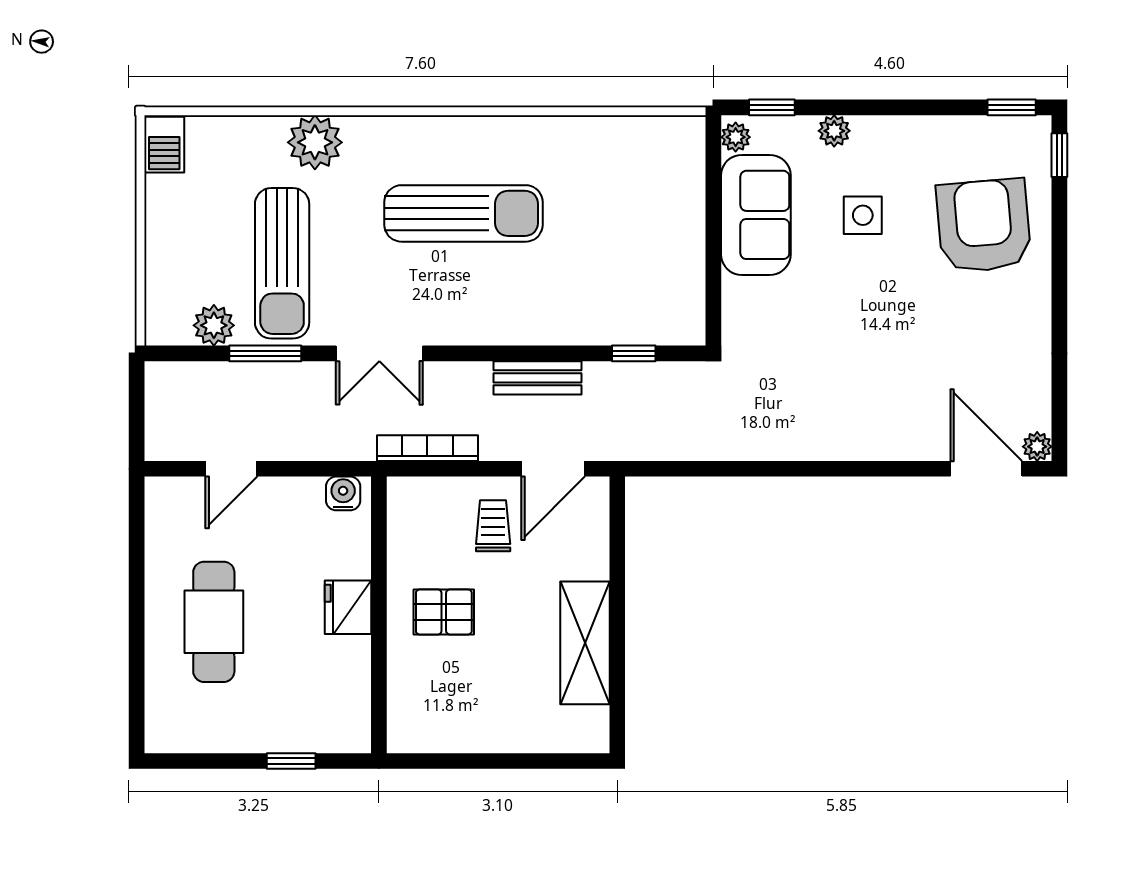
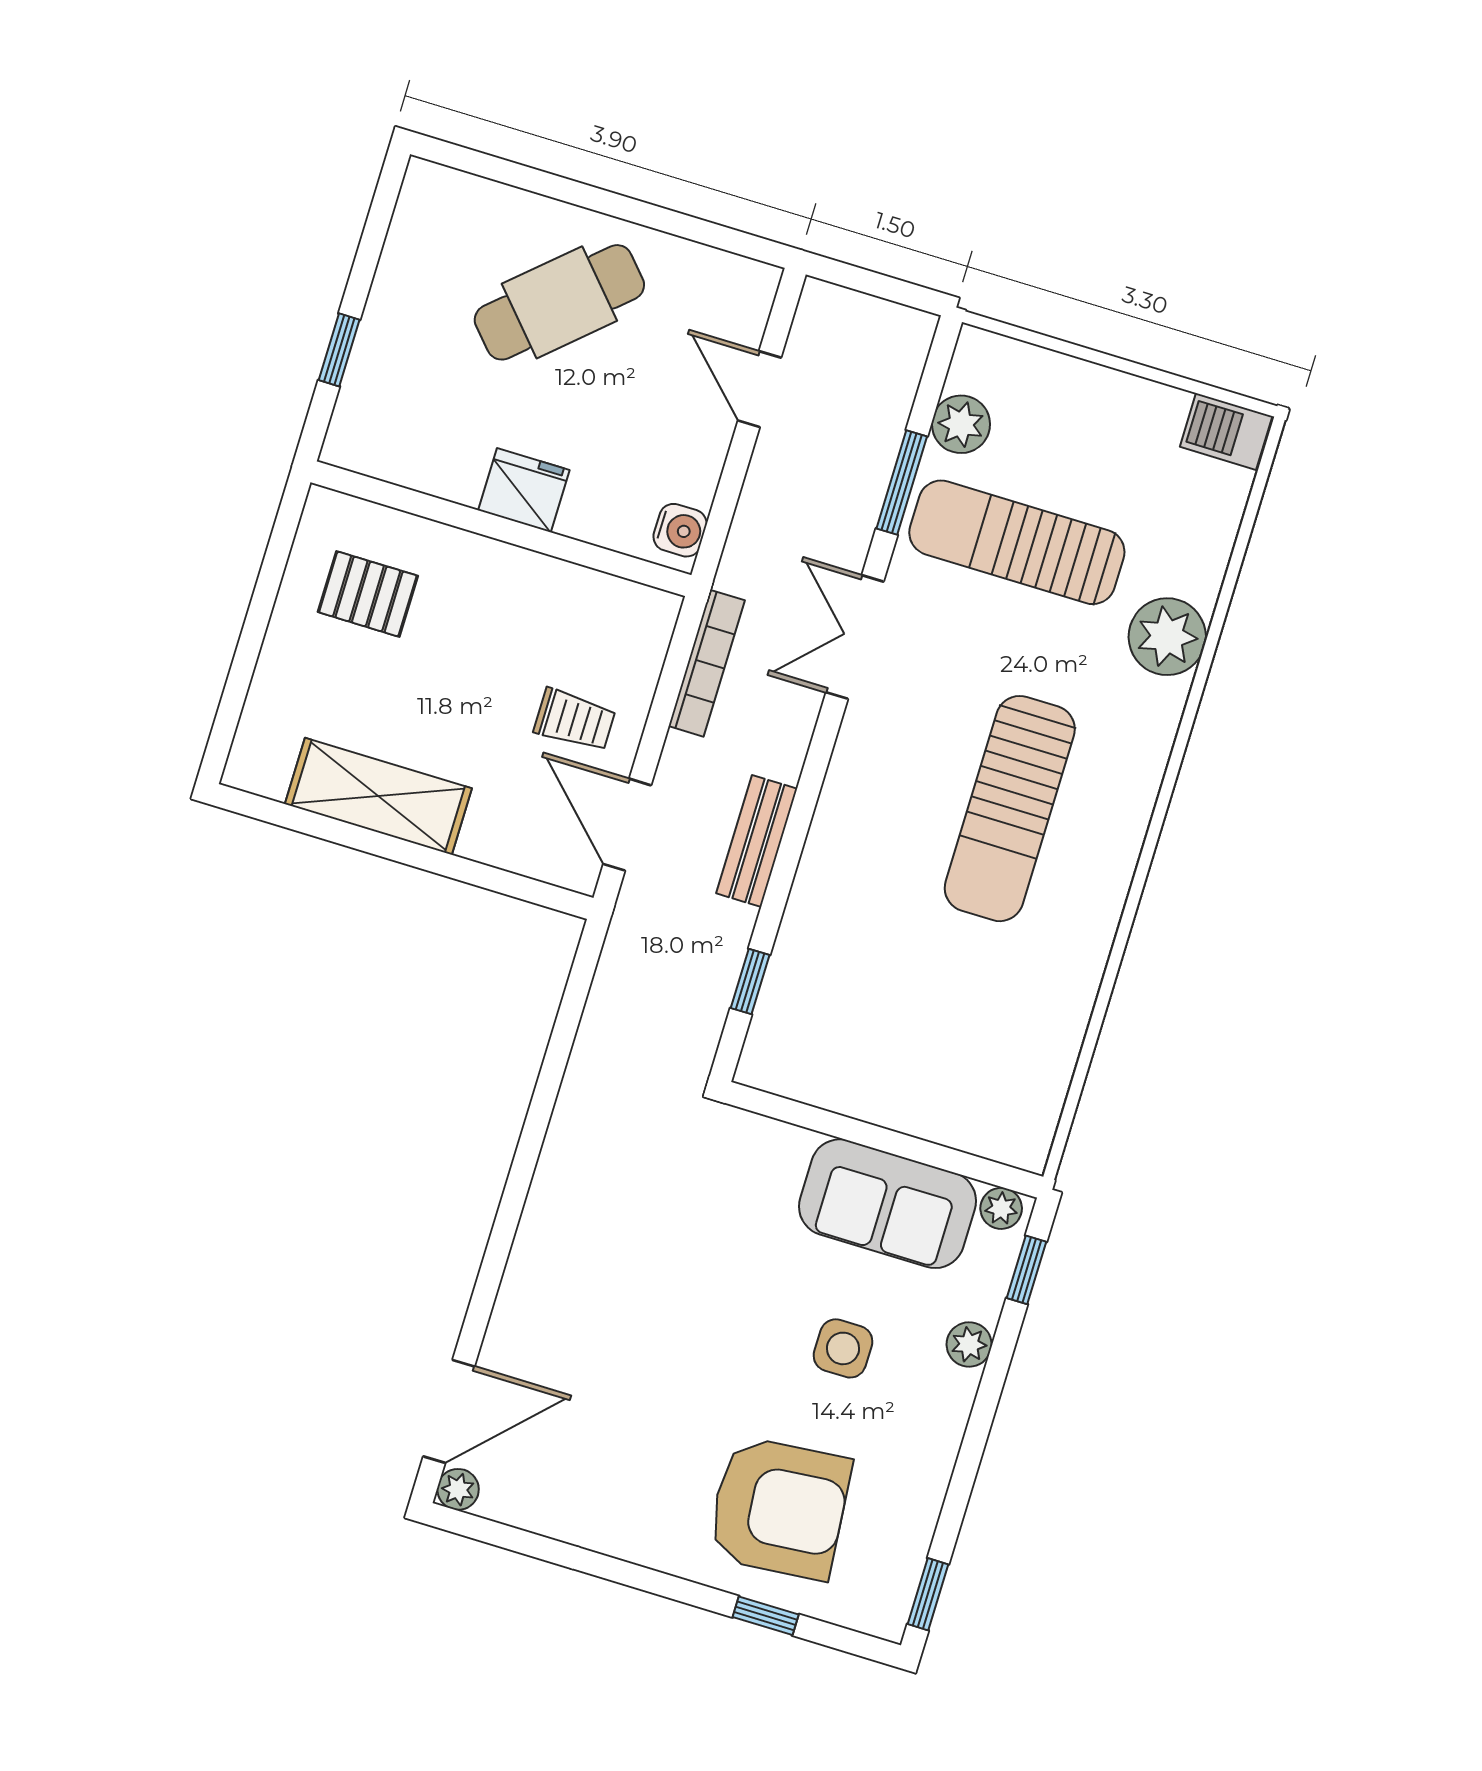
window: (1059, 155) -> (766, 1616), moved
pallet: (444, 612) -> (368, 594), moved, turned 90
cafe table: (214, 622) -> (559, 302), turned -42

